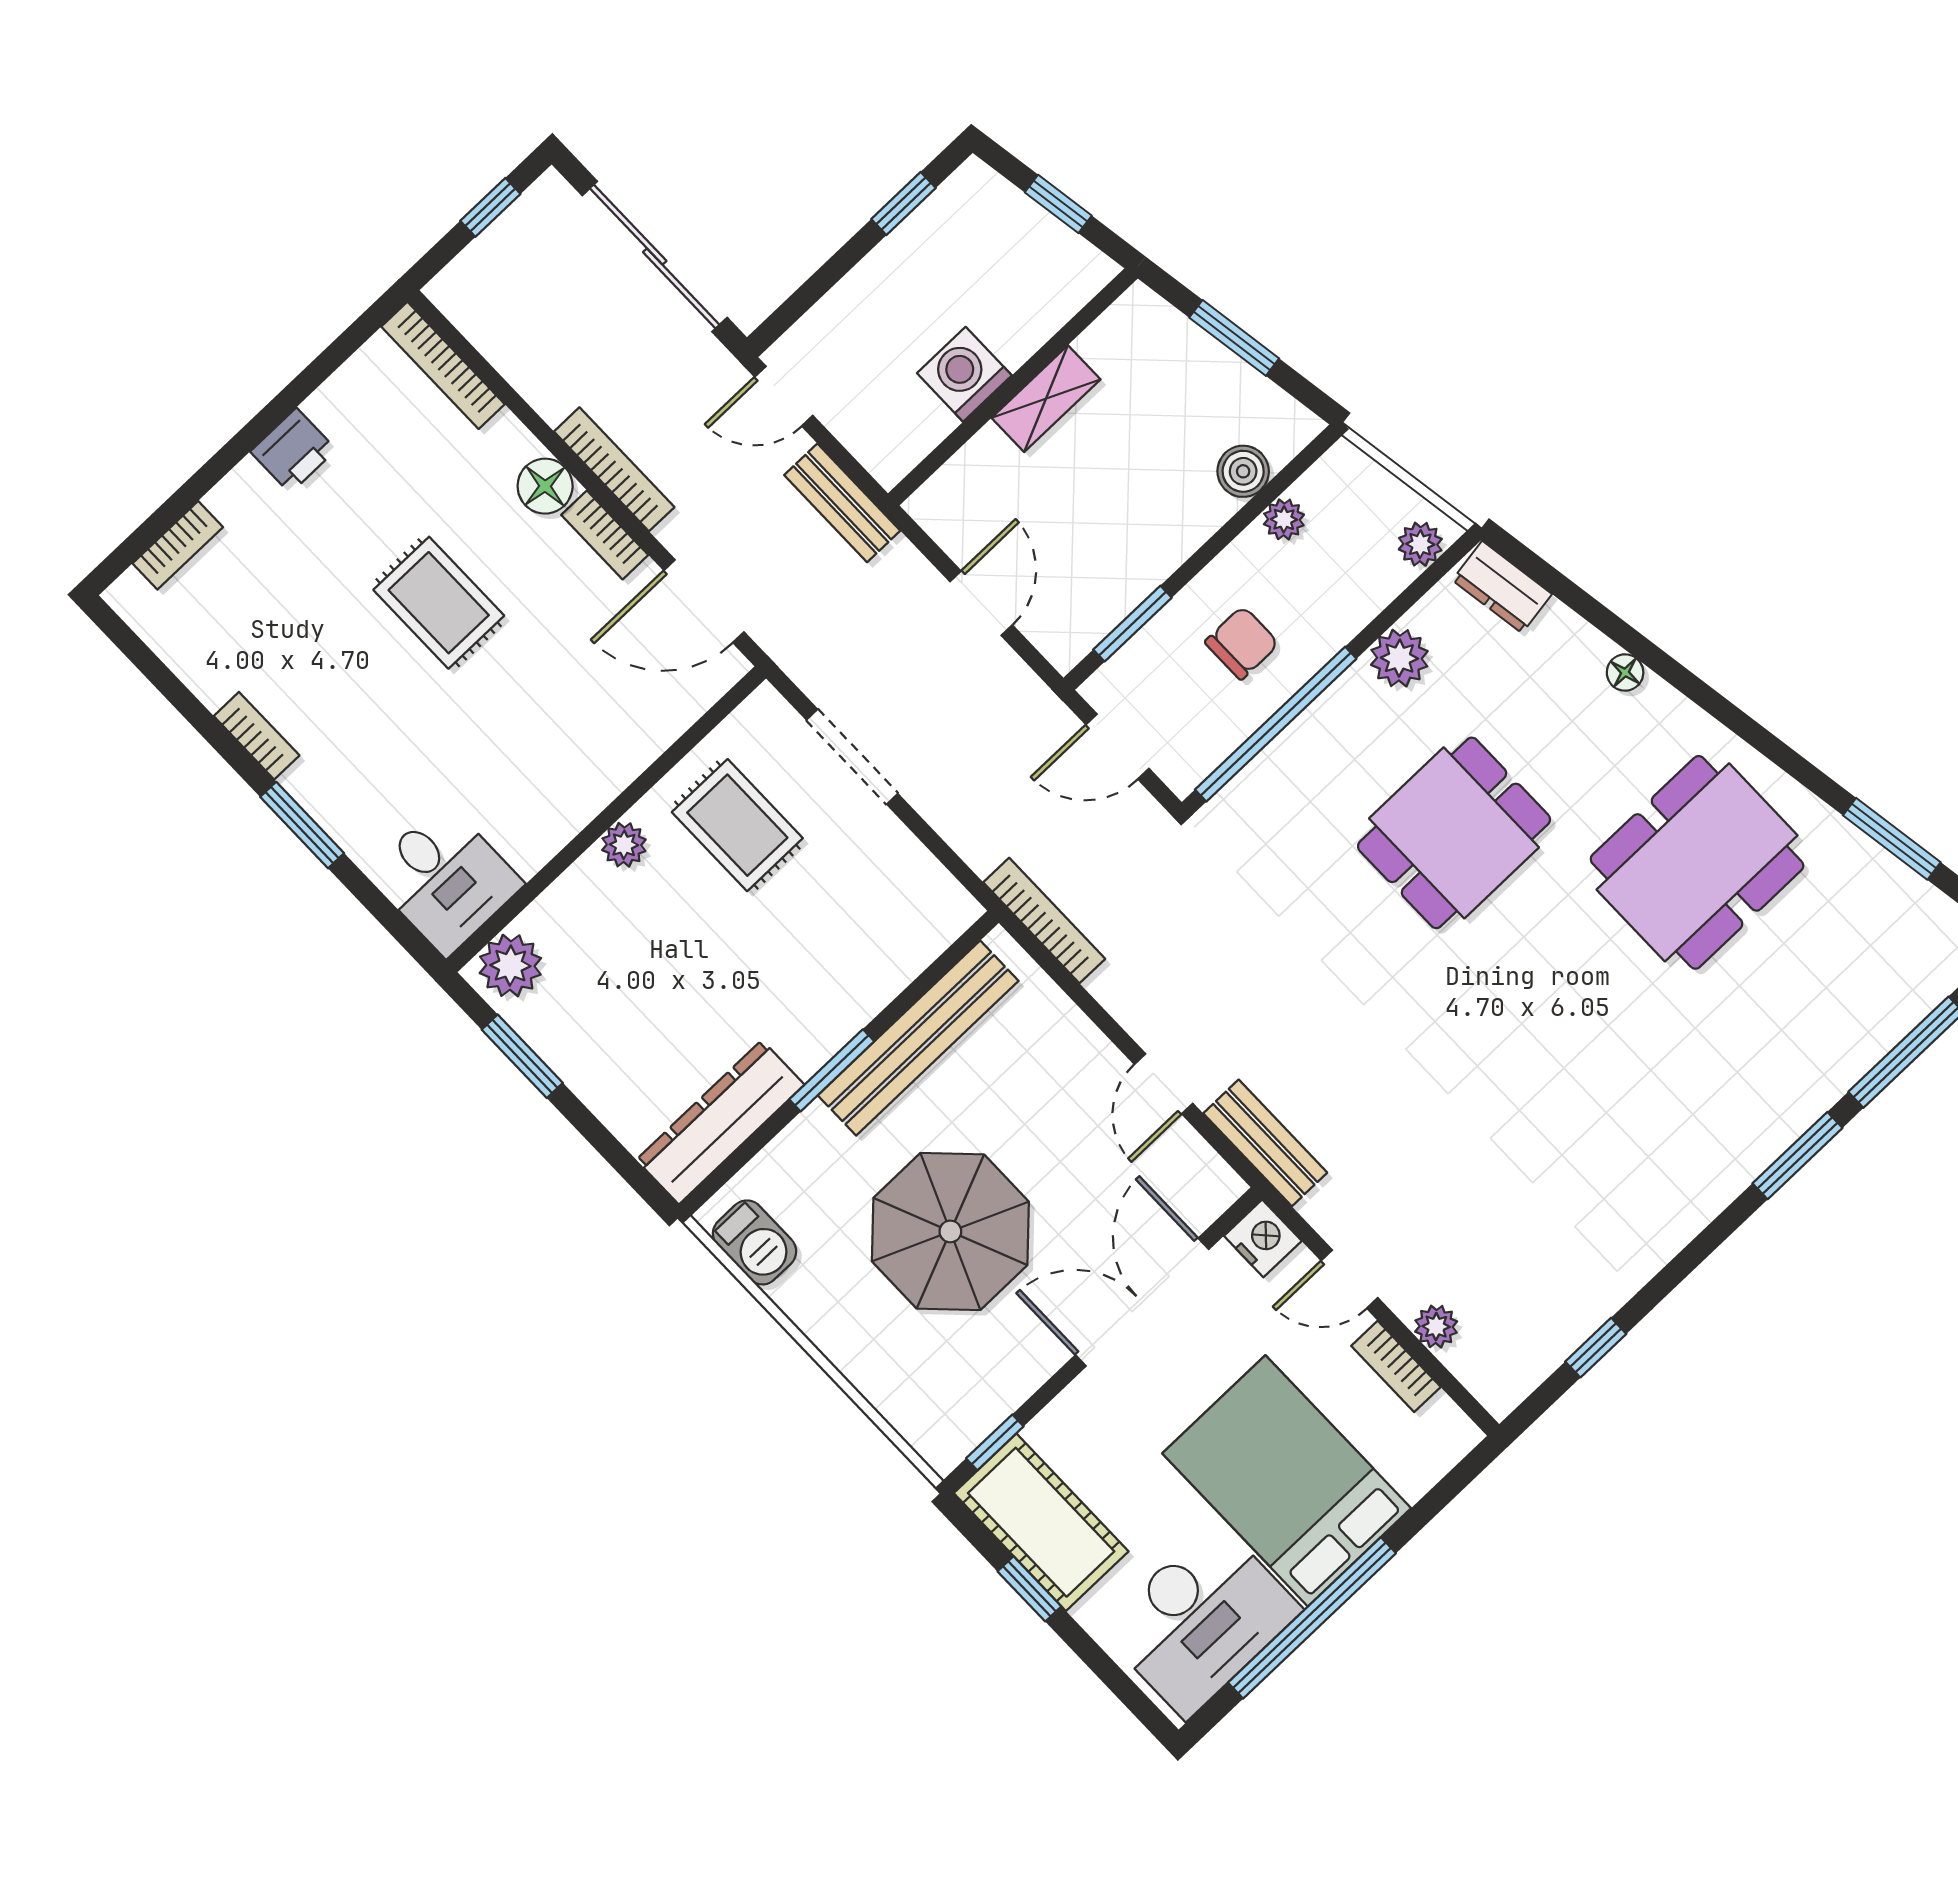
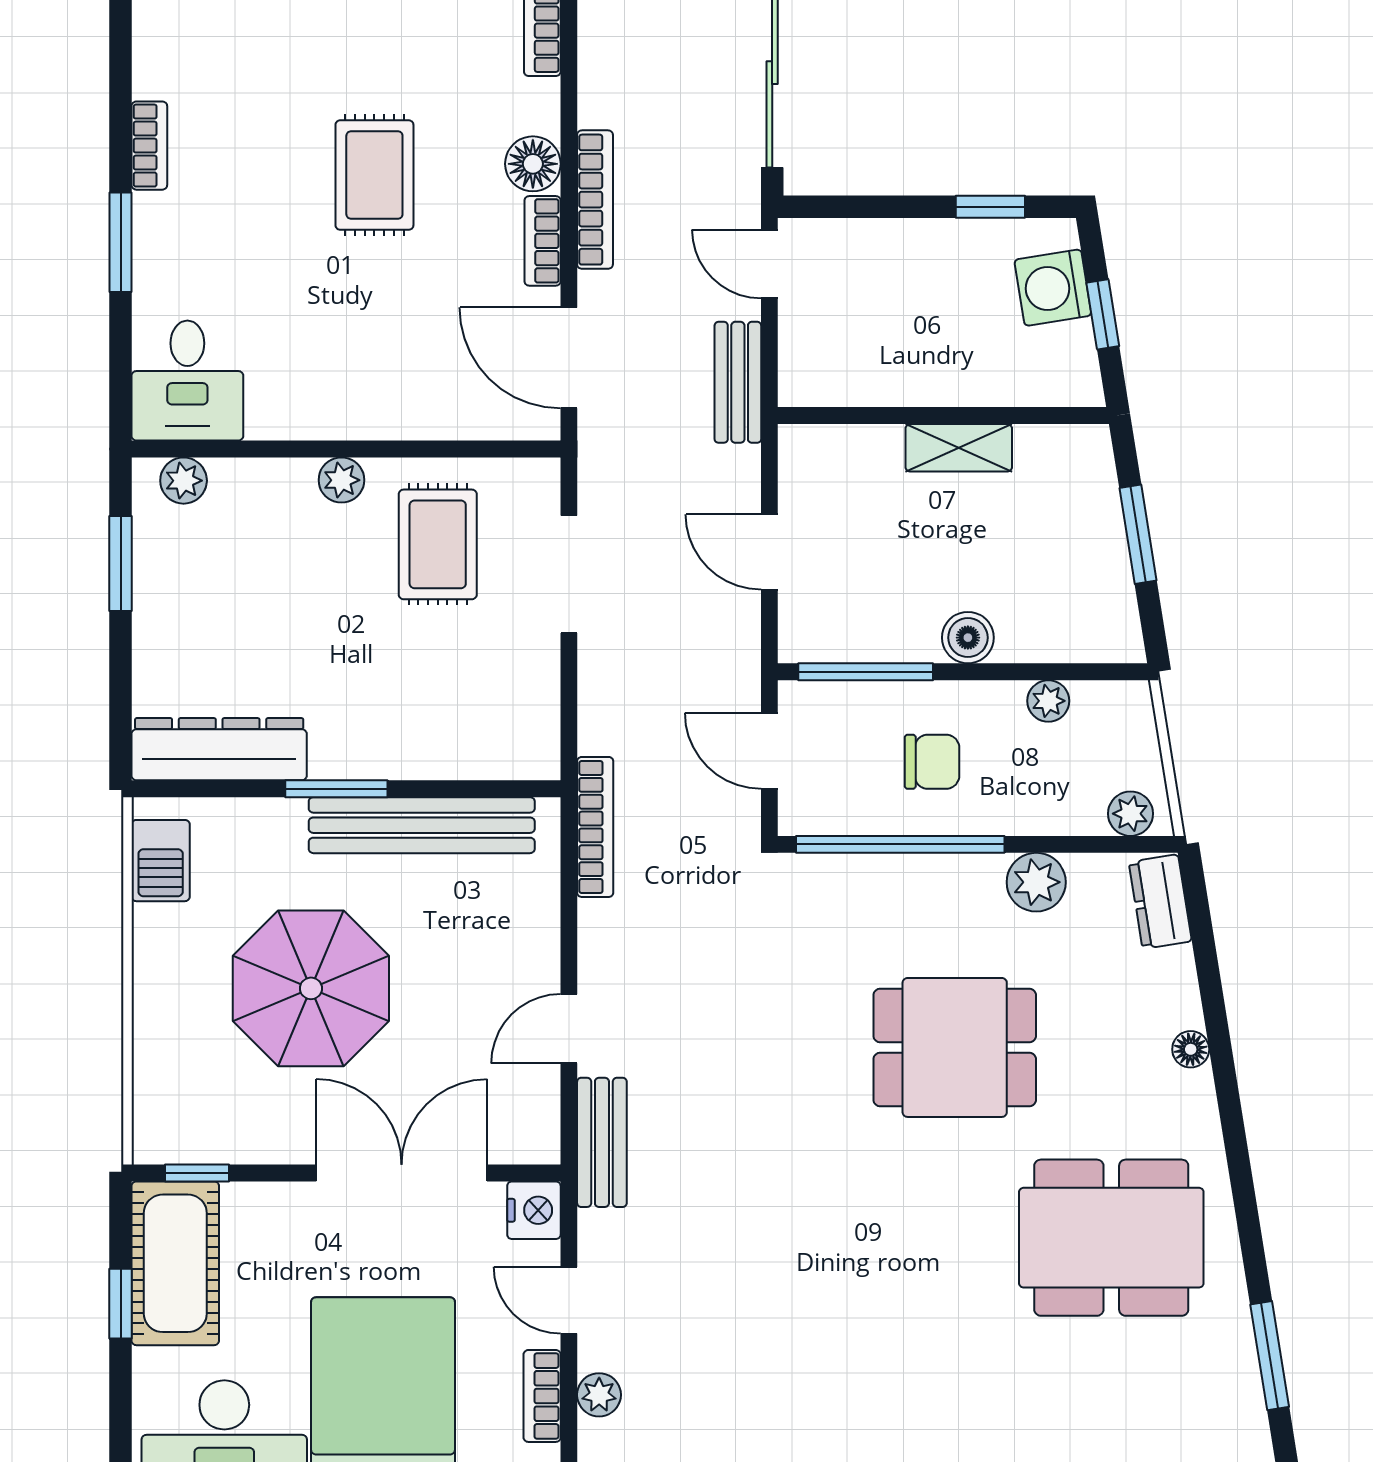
washing machine: (964, 374) -> (1053, 288), moved, turned -99
boiler: (1243, 471) -> (968, 638), moved
door: (981, 603) -> (769, 552), swing flipped
window: (1132, 624) -> (866, 672), width x1.44
plant: (510, 966) -> (184, 481), width x0.73, depth x0.73

